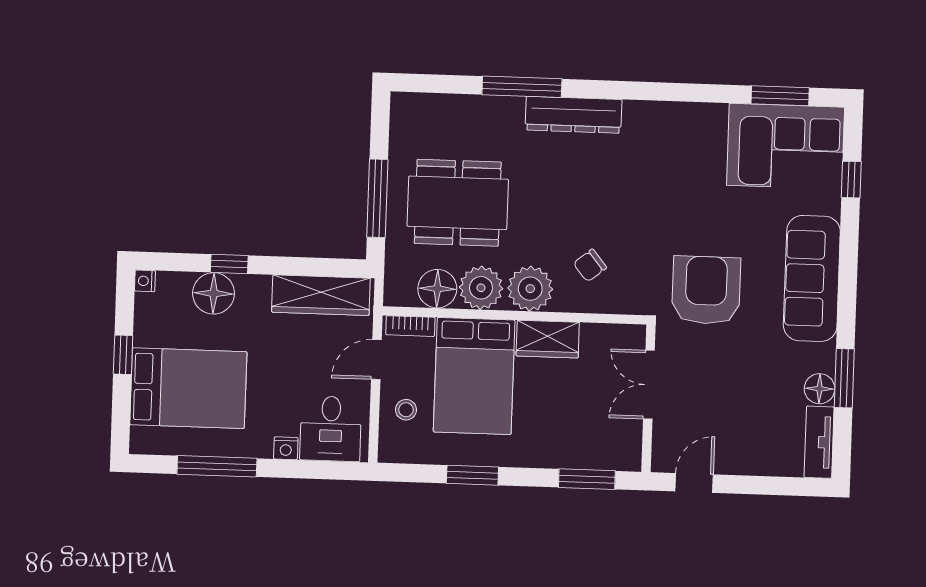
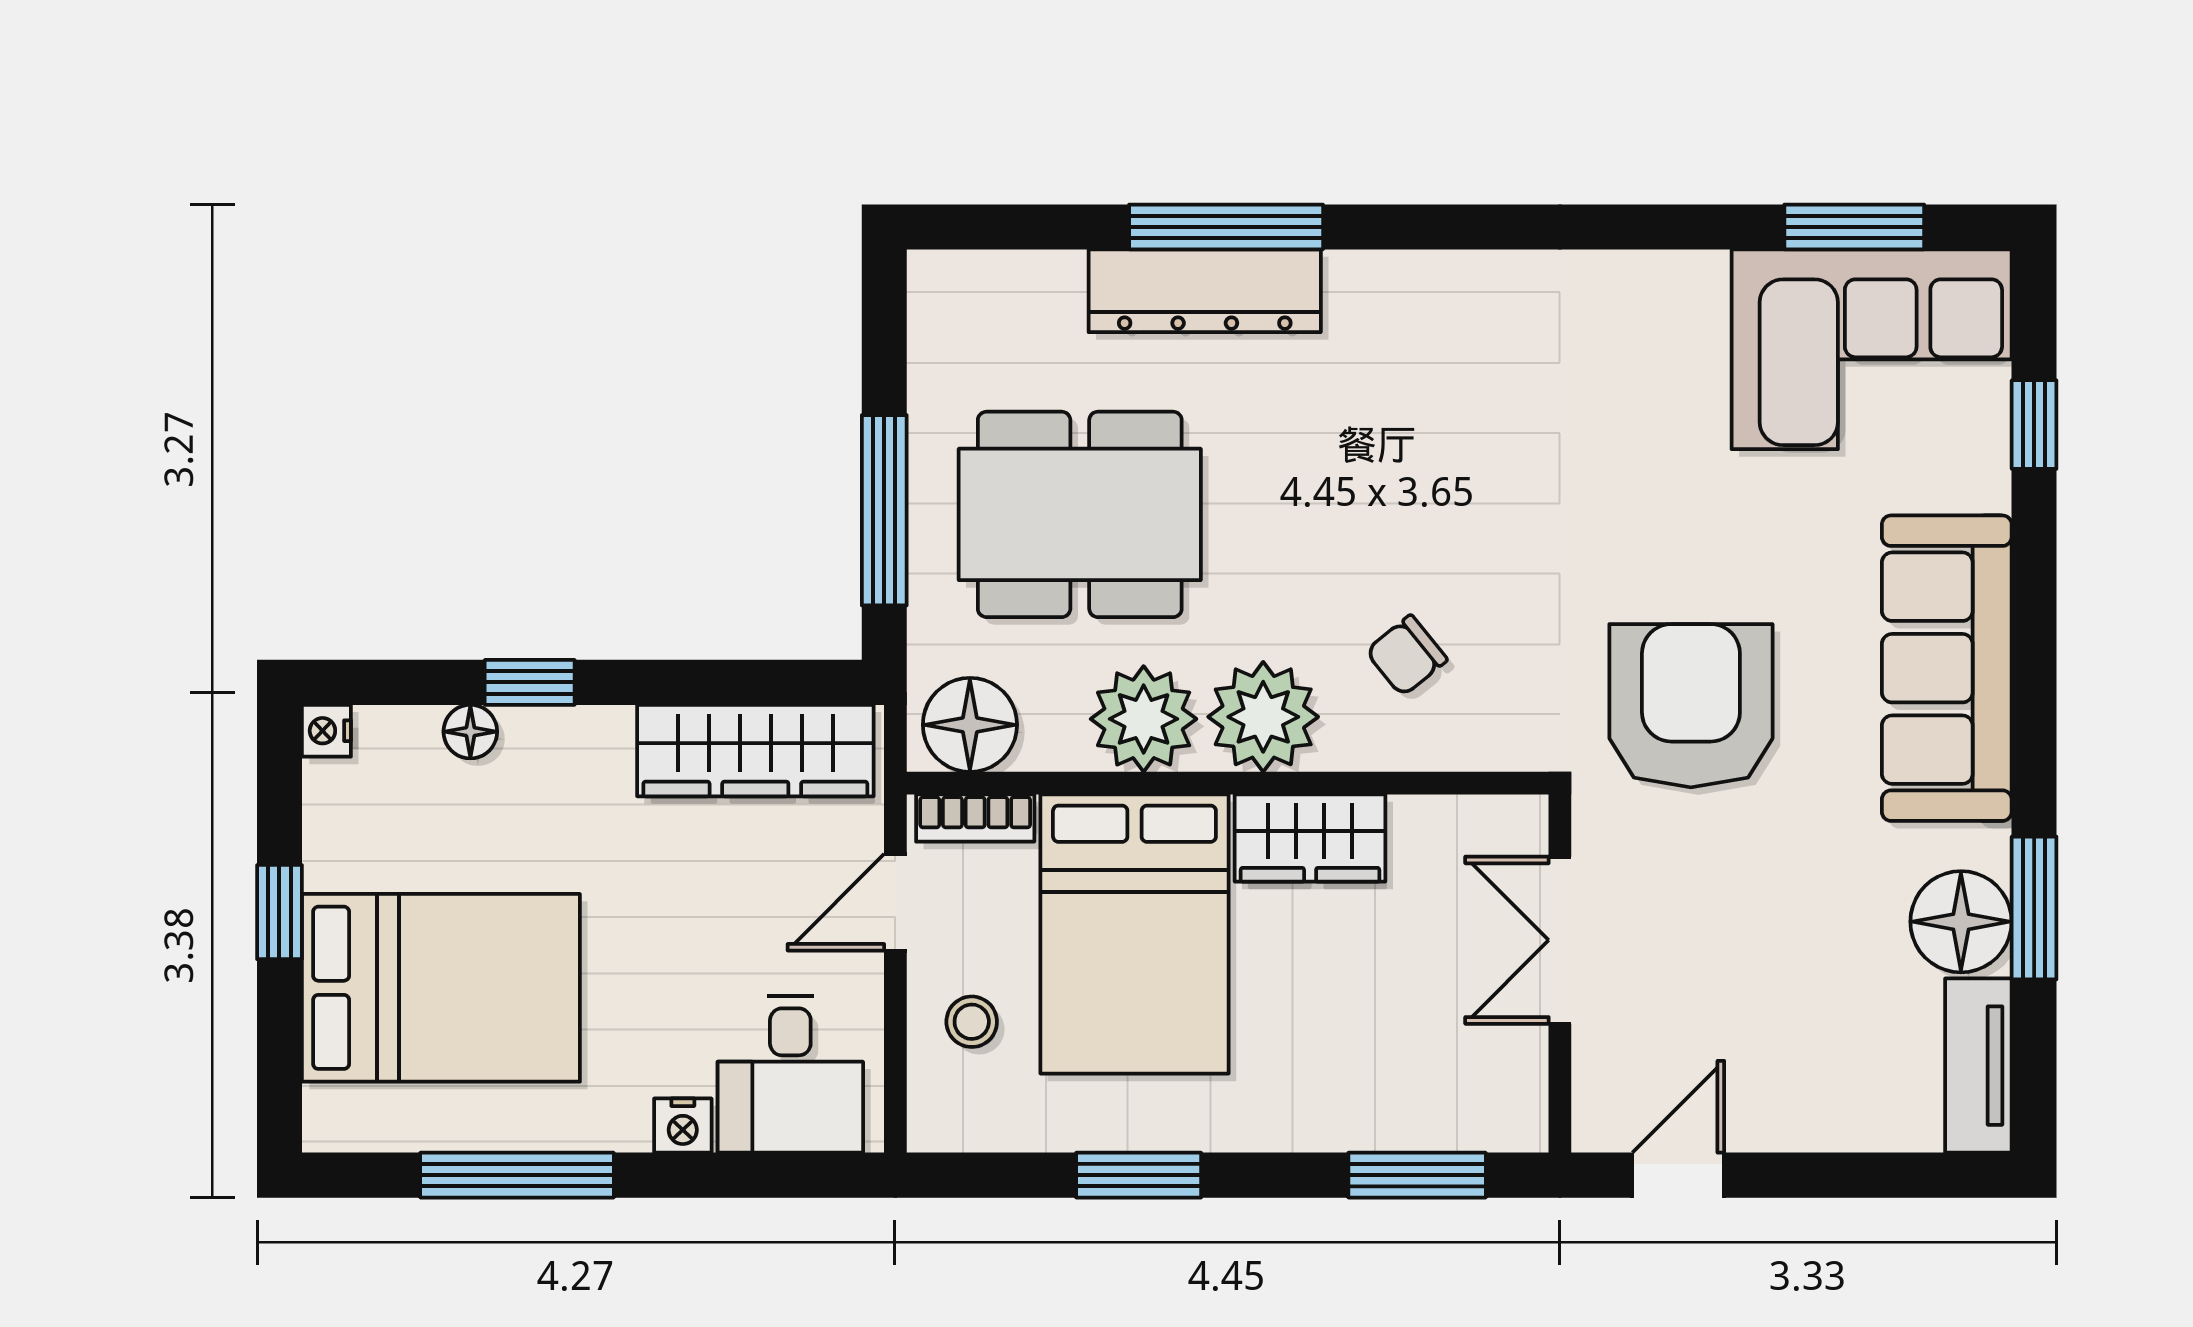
dresser: (574, 115) -> (1205, 291), moved
floor lamp: (437, 289) -> (970, 725), moved
floor lamp: (214, 293) -> (470, 732), width x0.53, depth x0.53
floor lamp: (820, 389) -> (1961, 922), width x1.38, depth x1.38

